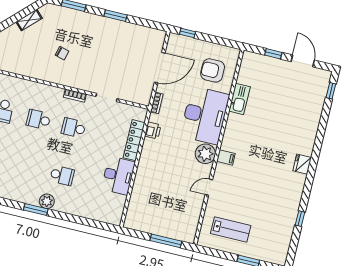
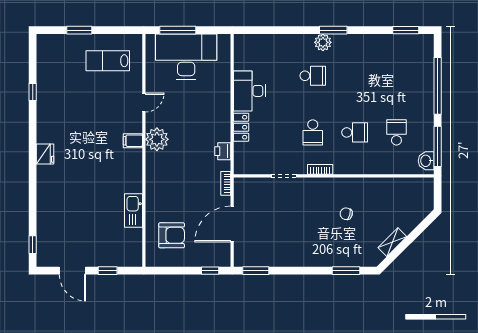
window: (115, 16) -> (256, 271), moved
desk: (205, 115) -> (186, 57), moved, turned 90
school desk: (74, 128) -> (313, 132), turned 90
locker: (134, 140) -> (241, 127), width x0.66
school desk: (62, 175) -> (313, 76), turned 180

